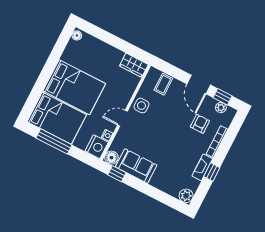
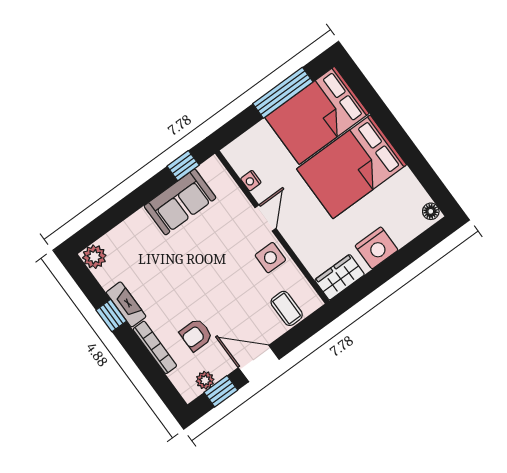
armchair: (200, 124) -> (196, 335), turned 90
nightstand: (97, 147) -> (376, 248), moved, turned -90
floor lamp: (111, 158) -> (212, 170), removed

